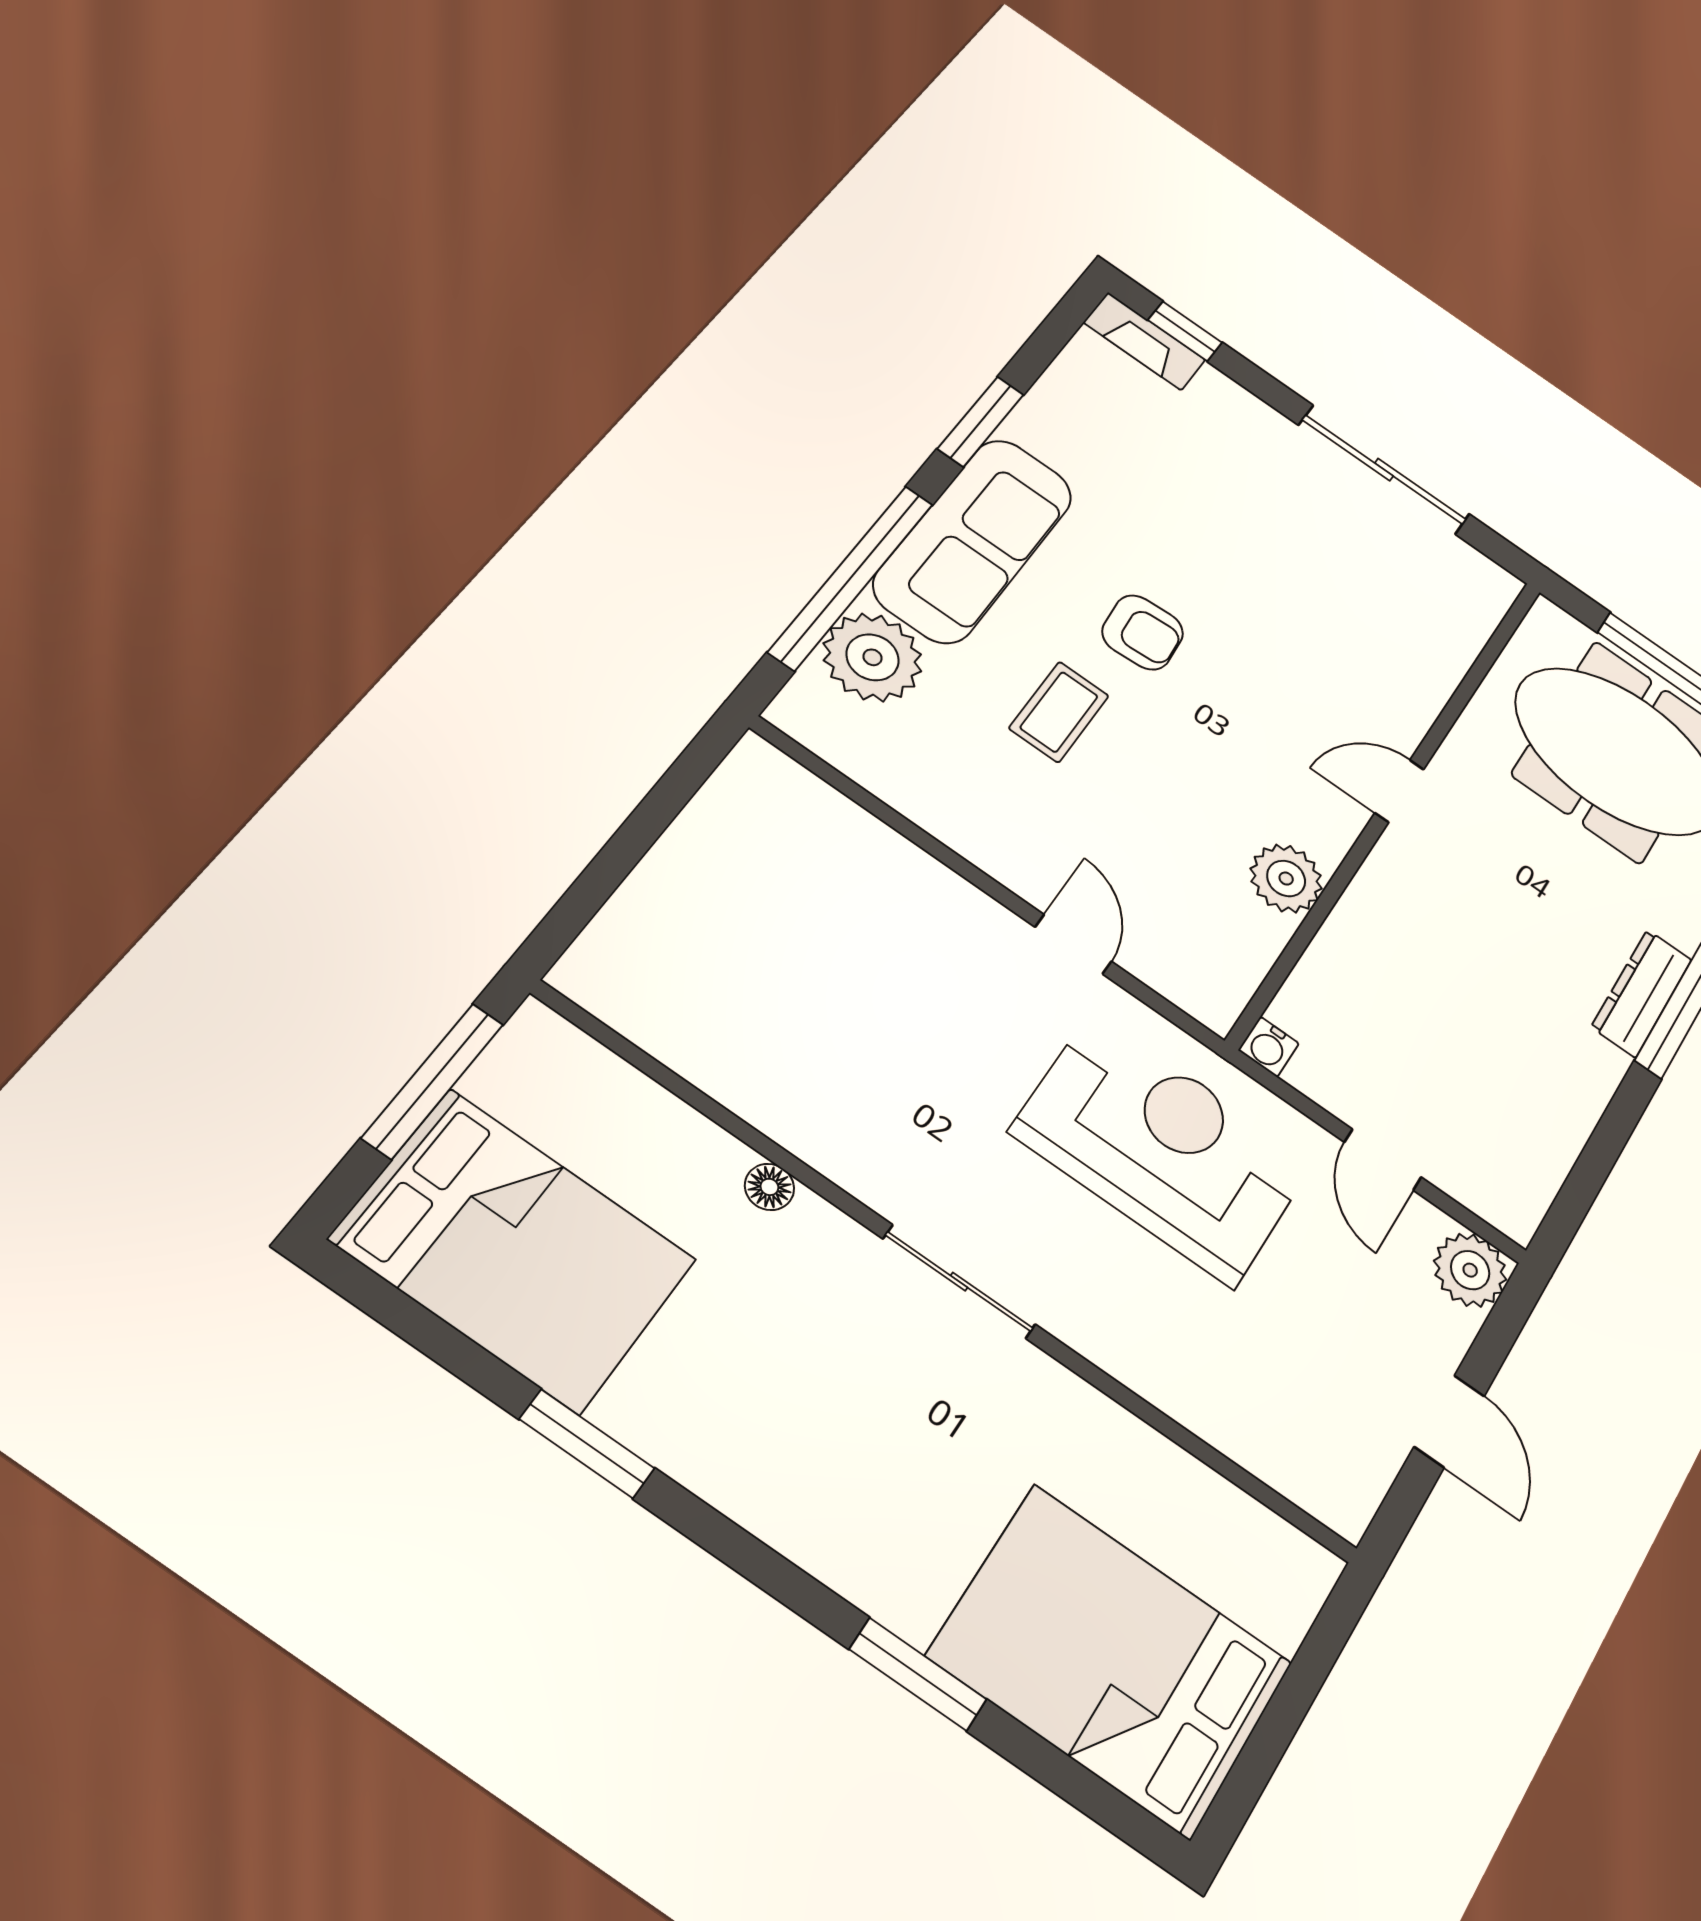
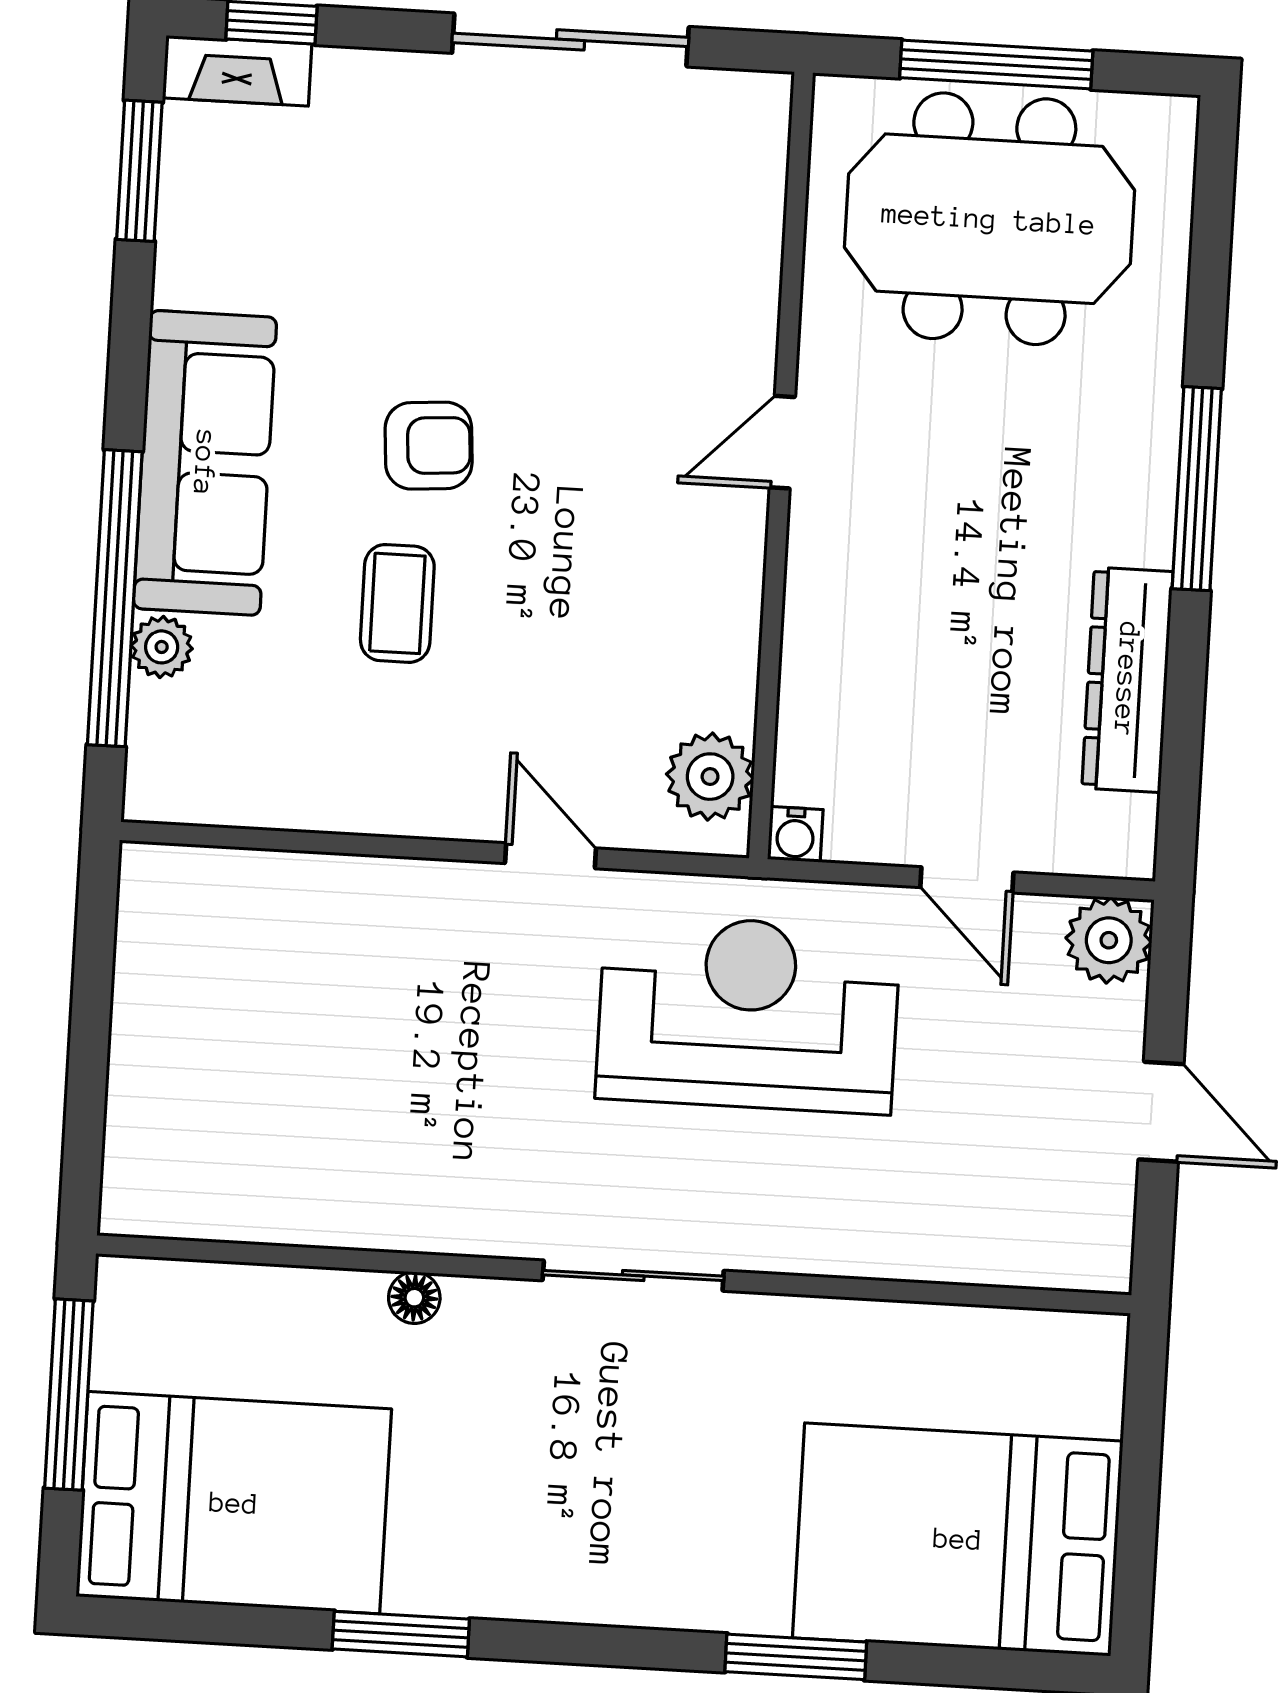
window: (981, 422) -> (139, 171), moved
plant: (873, 657) -> (162, 647), width x0.53, depth x0.53
plant: (1286, 879) -> (710, 777), moved
dresser: (1642, 993) -> (1127, 680), moved, width x1.37, depth x1.24

